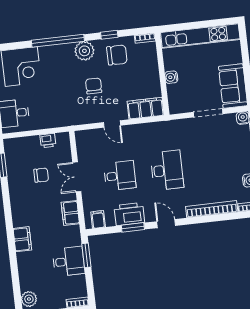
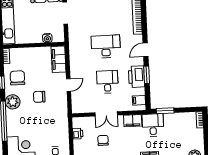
water cooler: (171, 77) -> (47, 38), moved
desk: (69, 261) -> (153, 125), moved

